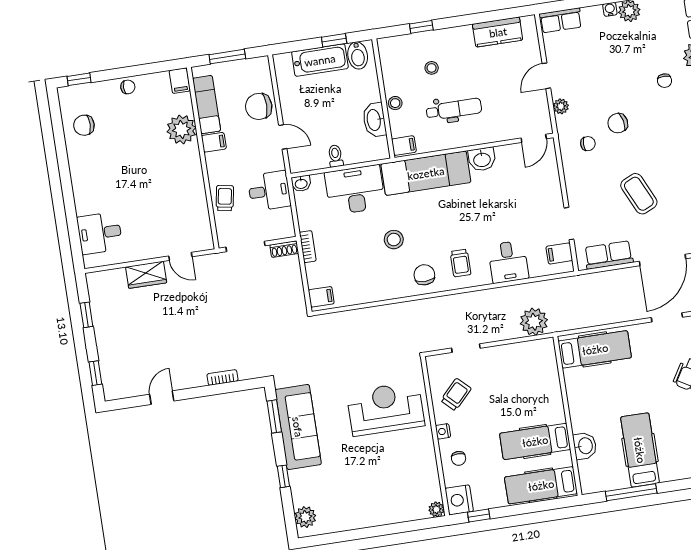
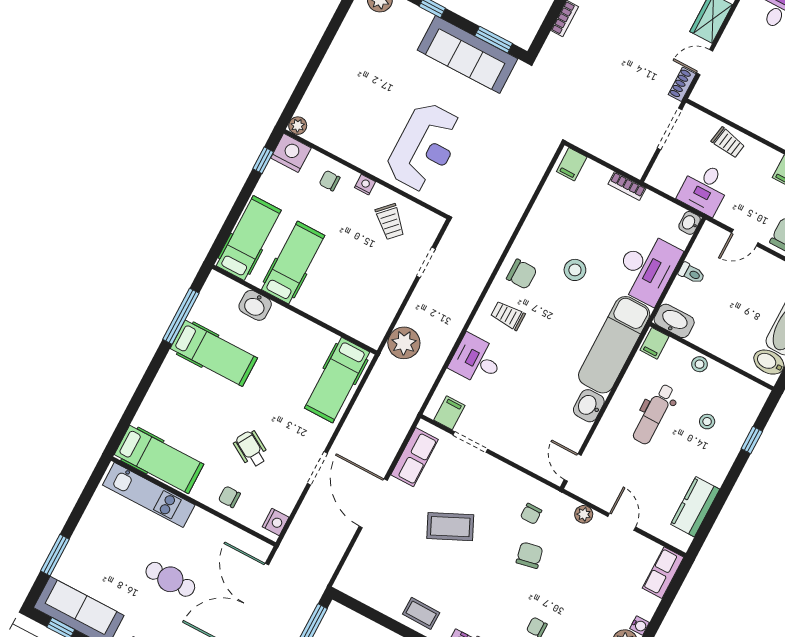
washbasin: (374, 120) -> (674, 321), moved
shoe rack: (284, 249) -> (682, 84), moved

